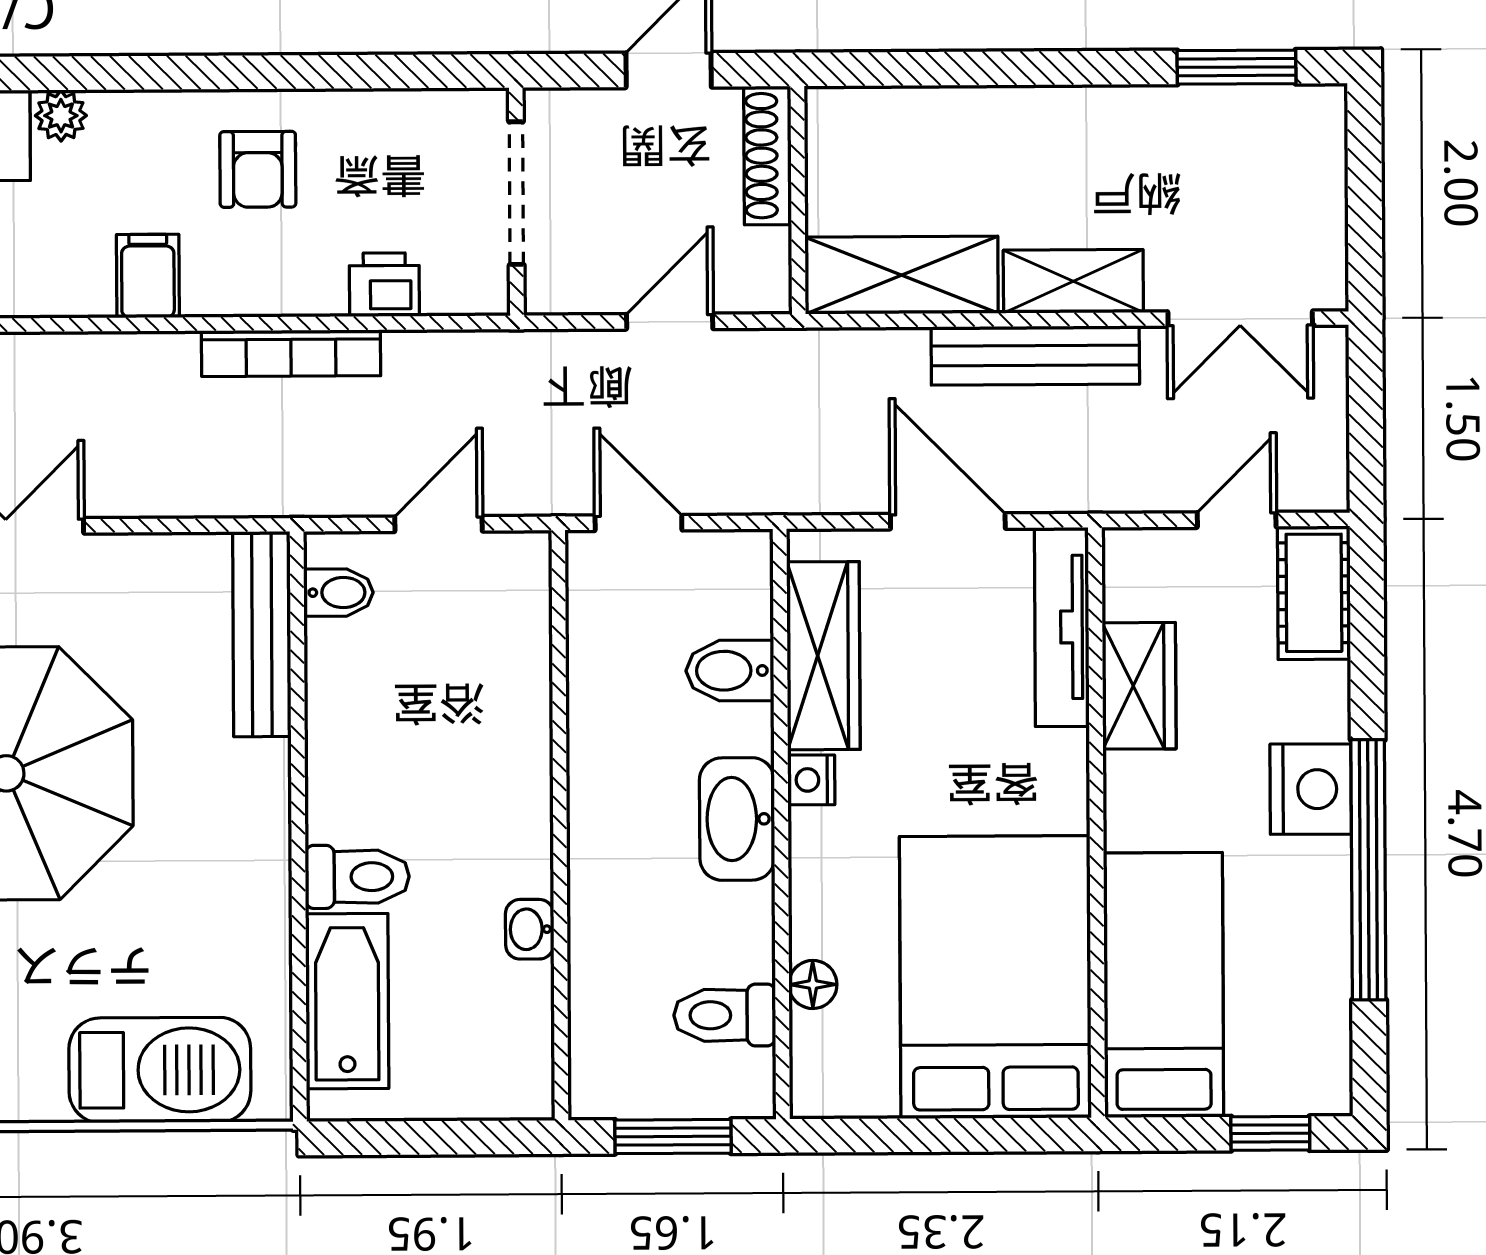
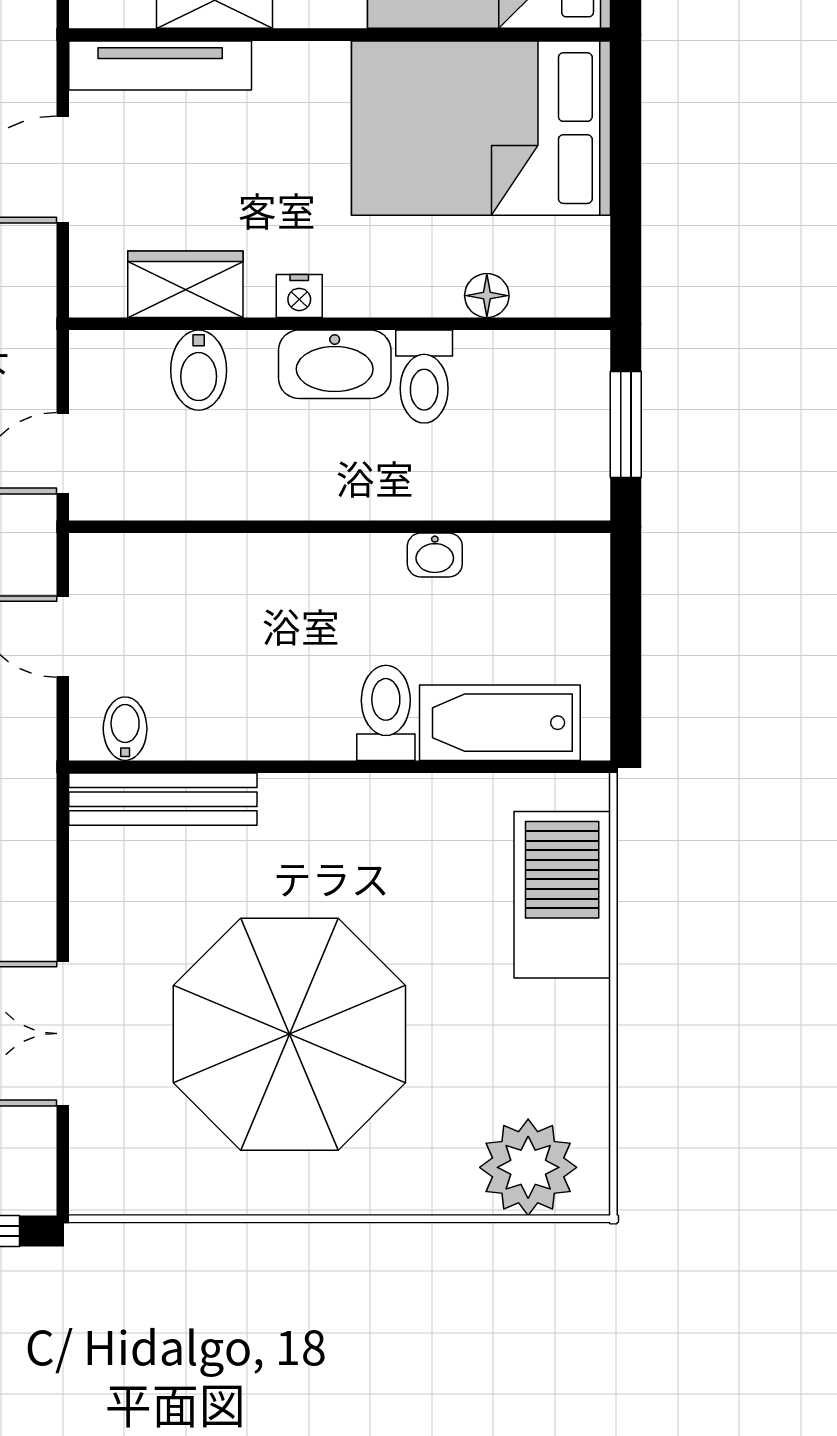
wardrobe: (823, 656) -> (185, 284), width x0.67
toilet: (725, 1015) -> (424, 377), moved

